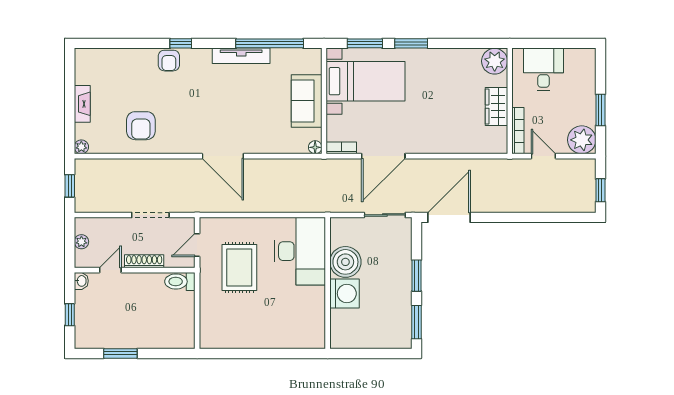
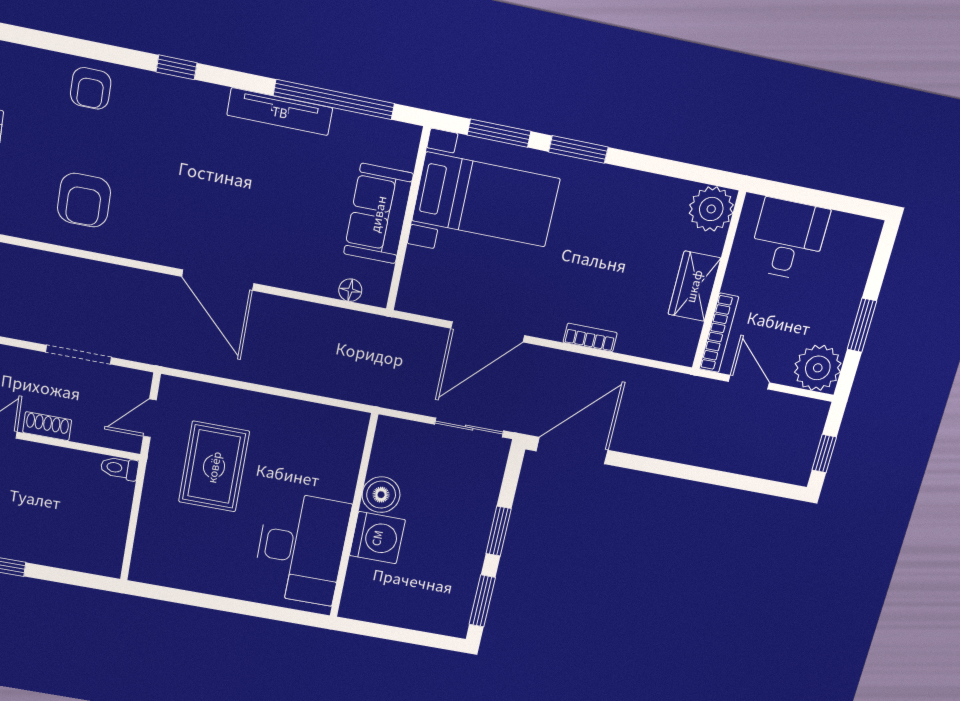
armchair: (169, 61) -> (91, 88), moved
floor lamp: (315, 147) -> (350, 290), moved
bookcase: (341, 148) -> (590, 338), moved
desk: (300, 251) -> (301, 548), moved
shoe rack: (144, 261) -> (47, 426), width x0.70
boiler: (345, 262) -> (381, 495), width x0.73, depth x0.73
toilet: (180, 282) -> (119, 468), width x0.73, depth x0.72

